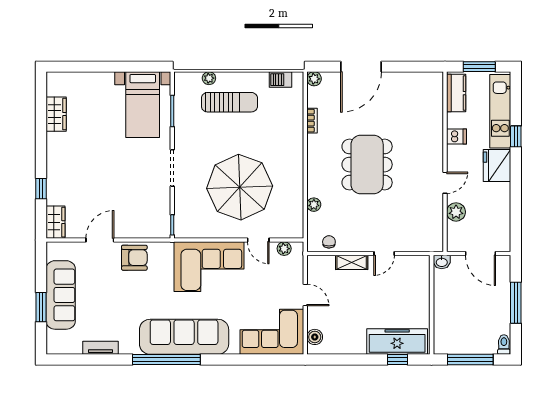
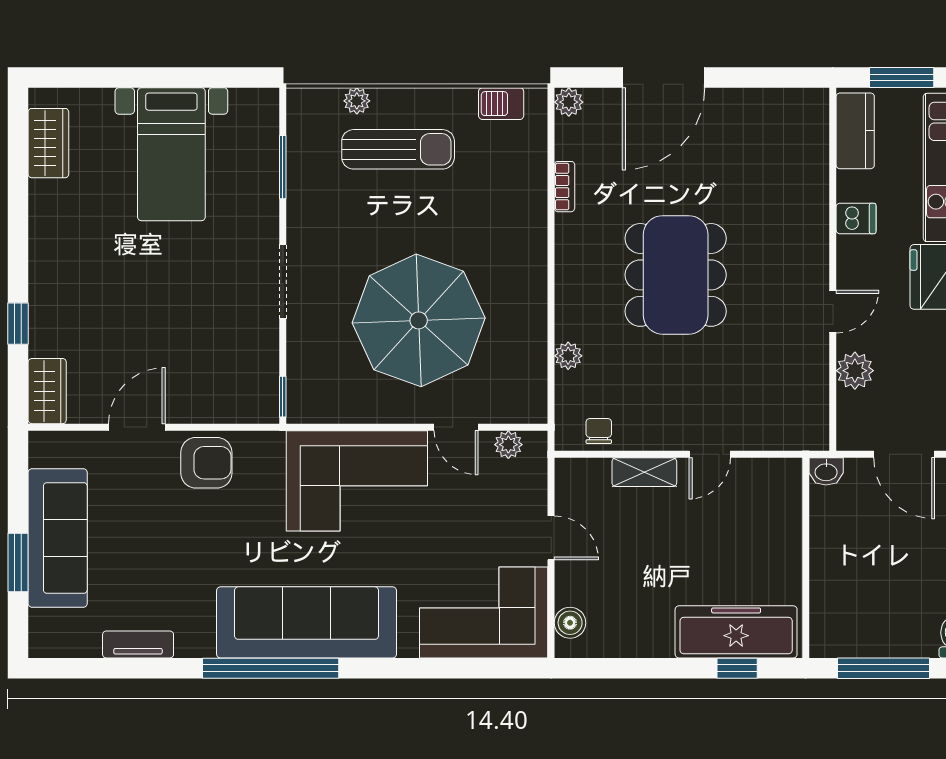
bed with nightstands: (143, 105) -> (171, 154), moved
wardrobe: (56, 114) -> (48, 143), moved

